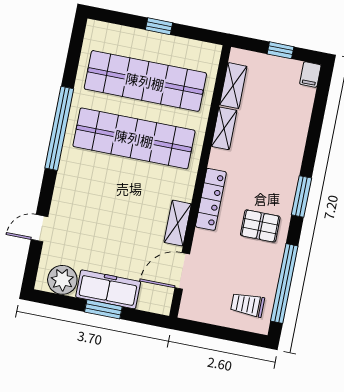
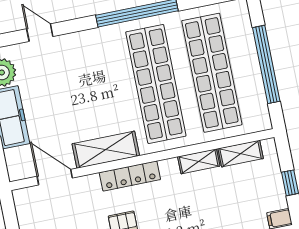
window: (159, 26) -> (266, 64), width x3.17
shelving: (178, 223) -> (106, 150), width x1.50, depth x1.33

